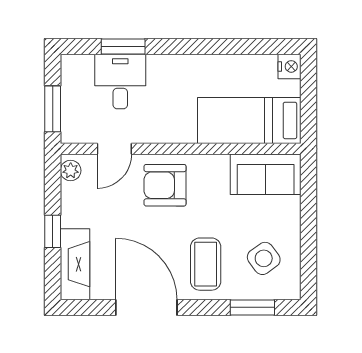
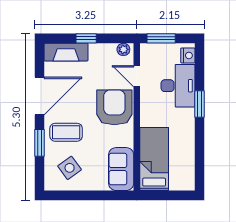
window: (123, 46) -> (199, 104), moved
nightstand: (289, 66) -> (188, 55), moved, turned -90
desk: (120, 82) -> (178, 86), width x1.37
armchair: (165, 185) -> (114, 107), width x1.36, depth x1.36
window: (252, 307) -> (39, 143), moved

